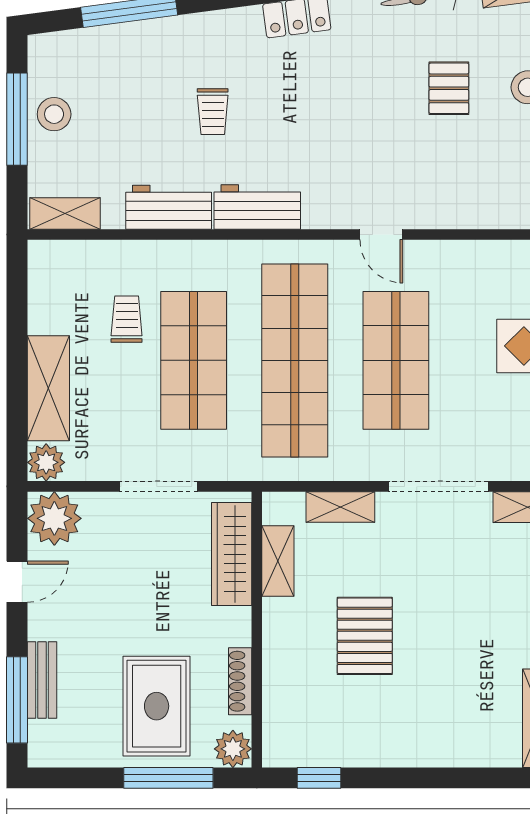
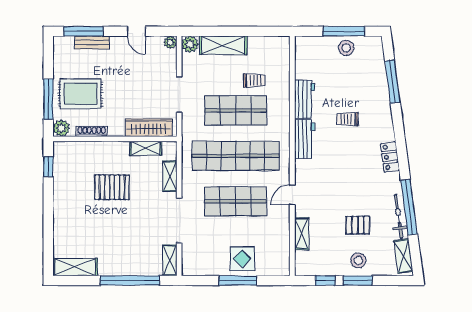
shelving: (65, 213) -> (302, 234), moved
plant: (54, 518) -> (170, 42), width x0.53, depth x0.53

